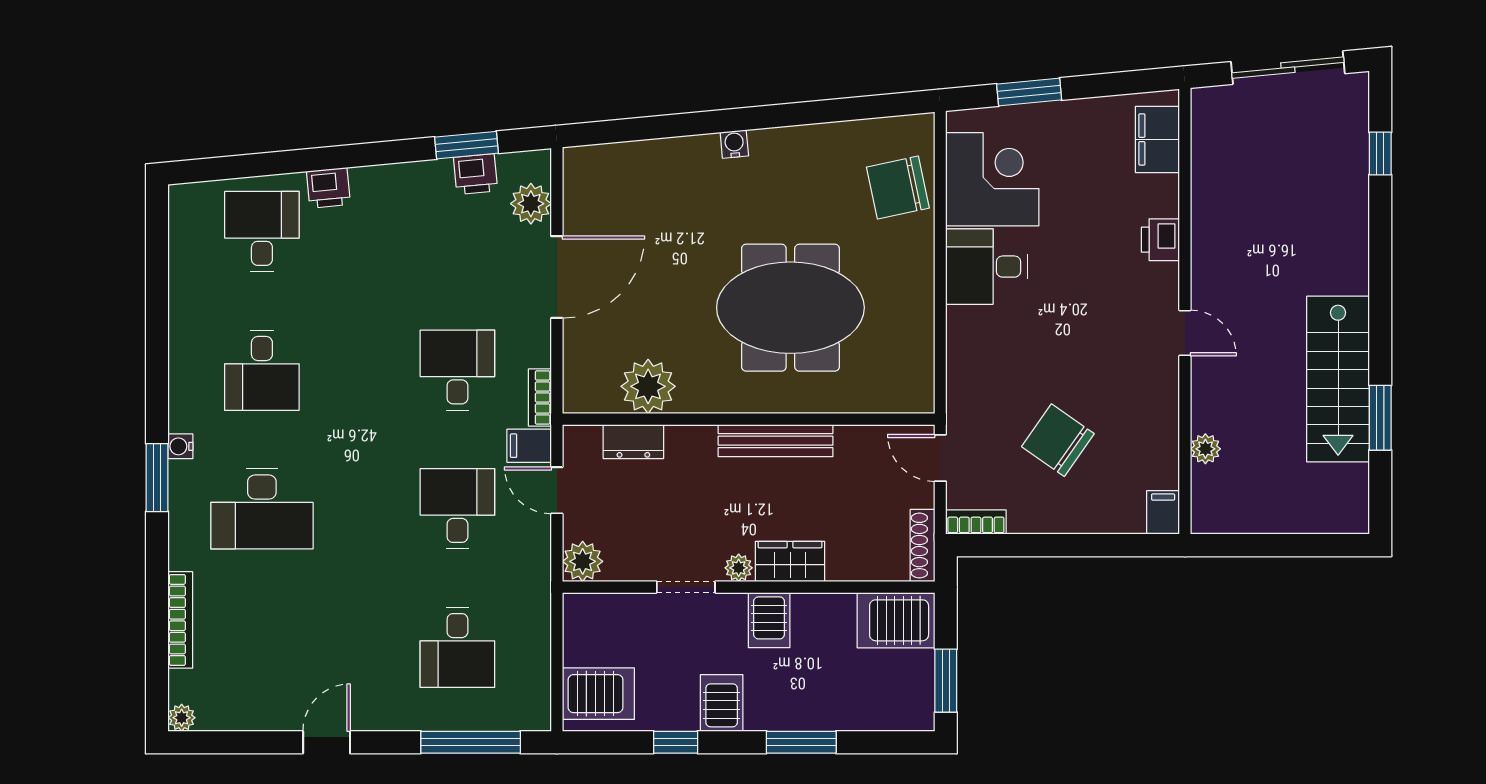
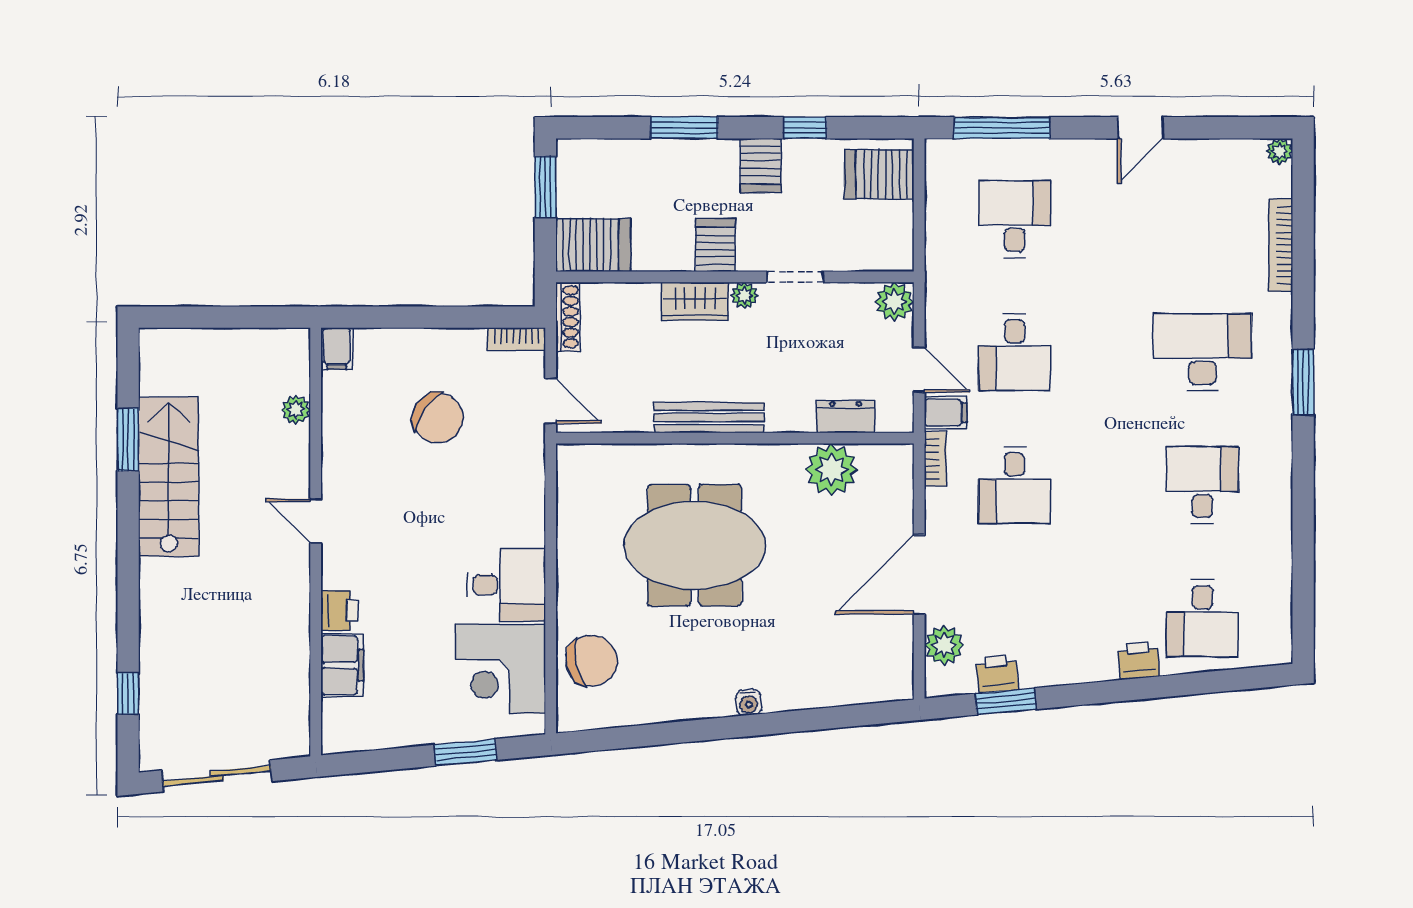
filing cabinet: (1157, 140) -> (342, 665), moved
water cooler: (180, 446) -> (1281, 412), removed

